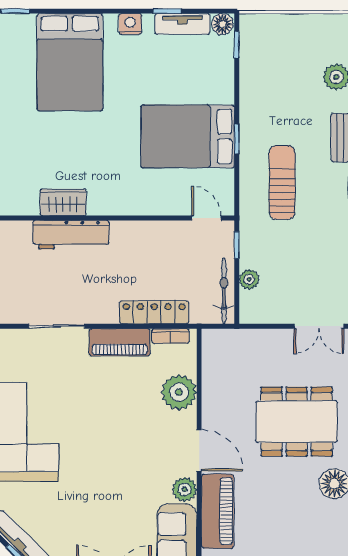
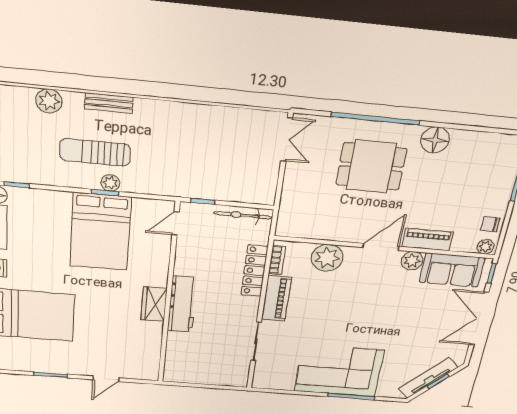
sun lounger: (282, 182) -> (95, 152), moved
wardrobe: (63, 202) -> (154, 304), moved
workbench: (71, 235) -> (182, 304), moved
plant: (249, 279) -> (110, 183), moved
dining table: (297, 421) -> (371, 167), width x0.73
piano: (218, 511) -> (427, 240), width x0.73, depth x0.75

